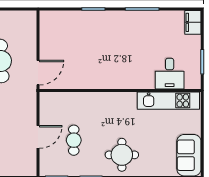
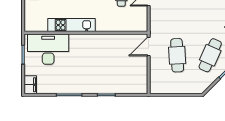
desk: (170, 74) -> (48, 49), width x1.87, depth x1.30
kitchen unit: (168, 101) -> (71, 25), moved

